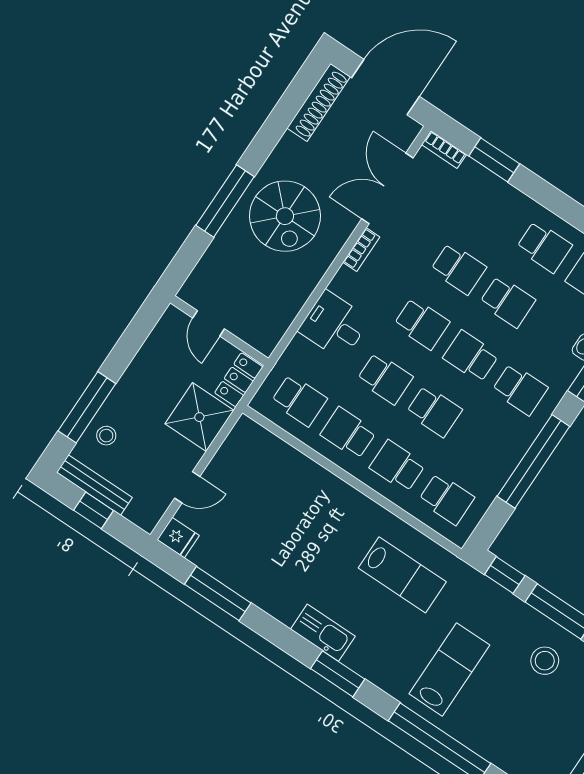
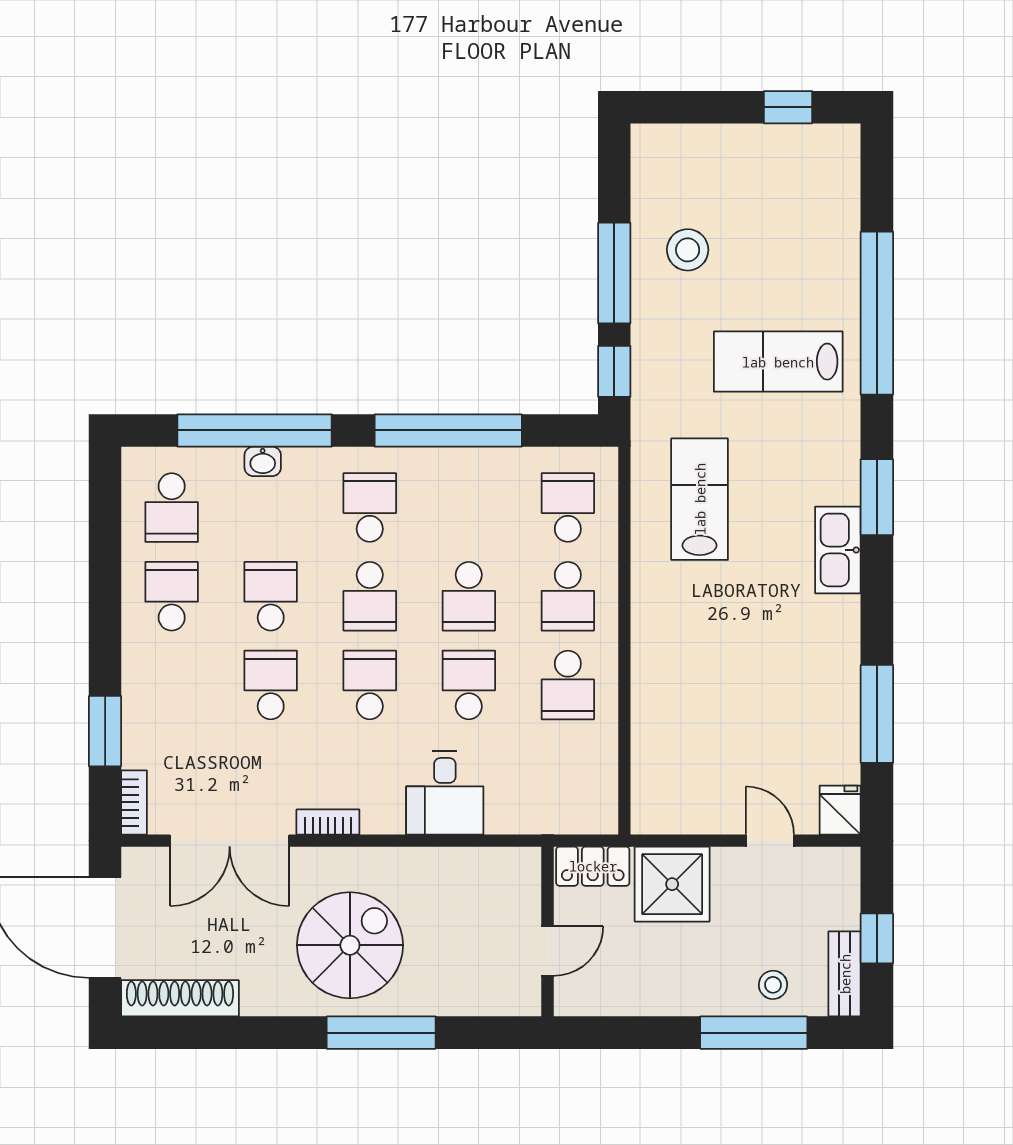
school desk: (299, 400) -> (568, 774), removed
school desk: (434, 411) -> (469, 596), turned 180
bench: (94, 485) -> (845, 974), width x0.73

